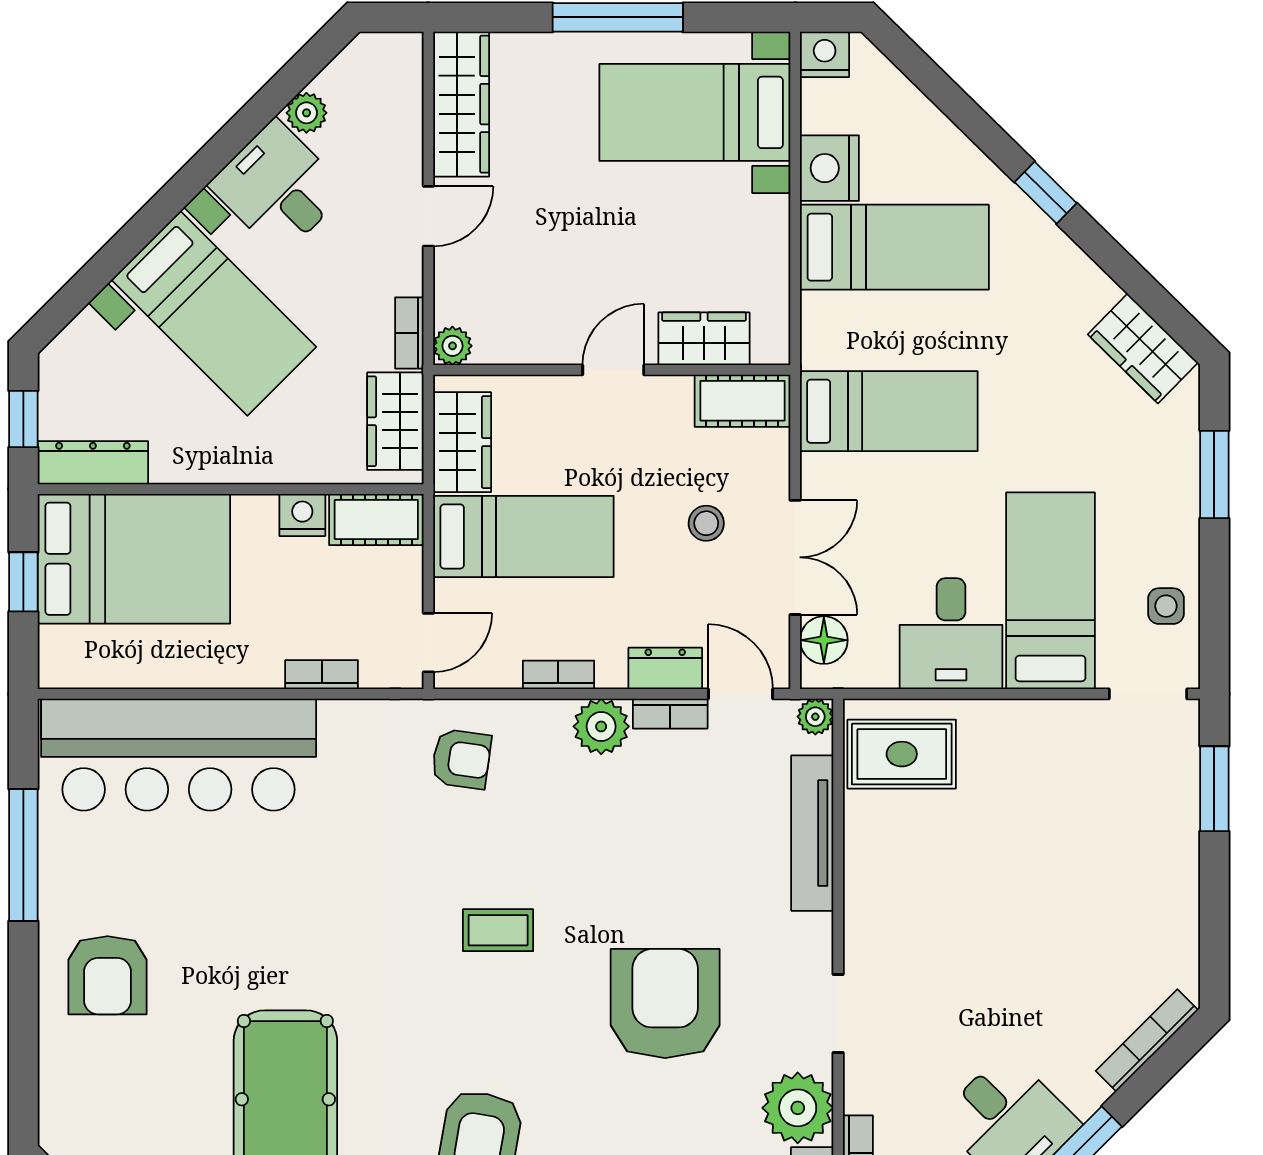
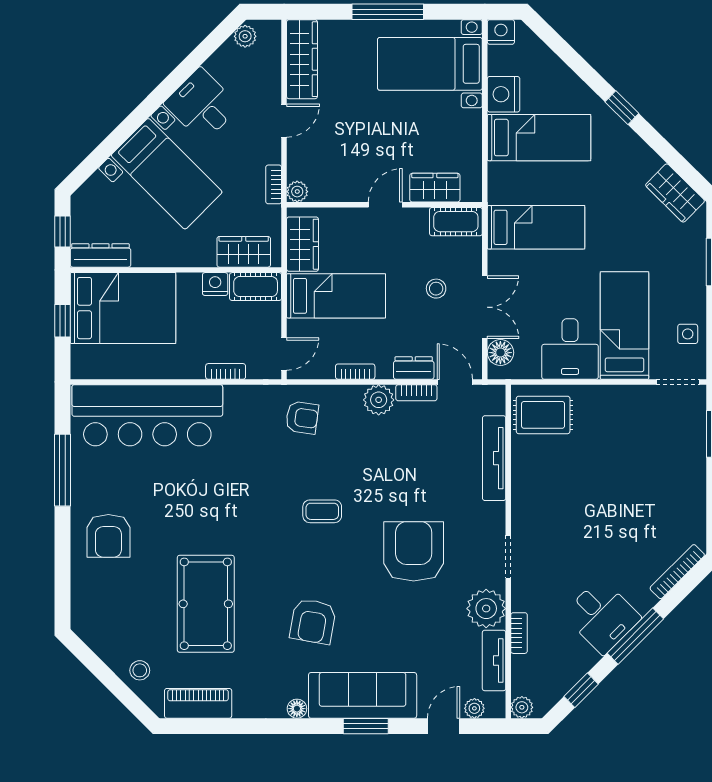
plant: (306, 113) -> (245, 36), moved
wardrobe: (395, 421) -> (244, 252), moved, turned 90
plant: (815, 717) -> (496, 394), removed

